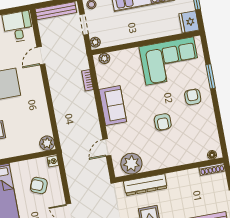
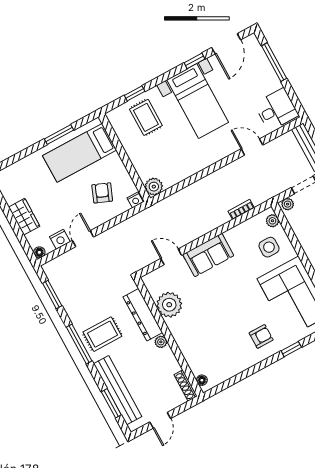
side table: (124, 68) -> (269, 247), added
window: (210, 76) -> (291, 349), width x0.67
sofa: (113, 106) -> (208, 255), moved
armchair: (163, 122) -> (221, 311), removed
plant: (131, 164) -> (169, 305), moved
plant: (171, 177) -> (161, 342), added

